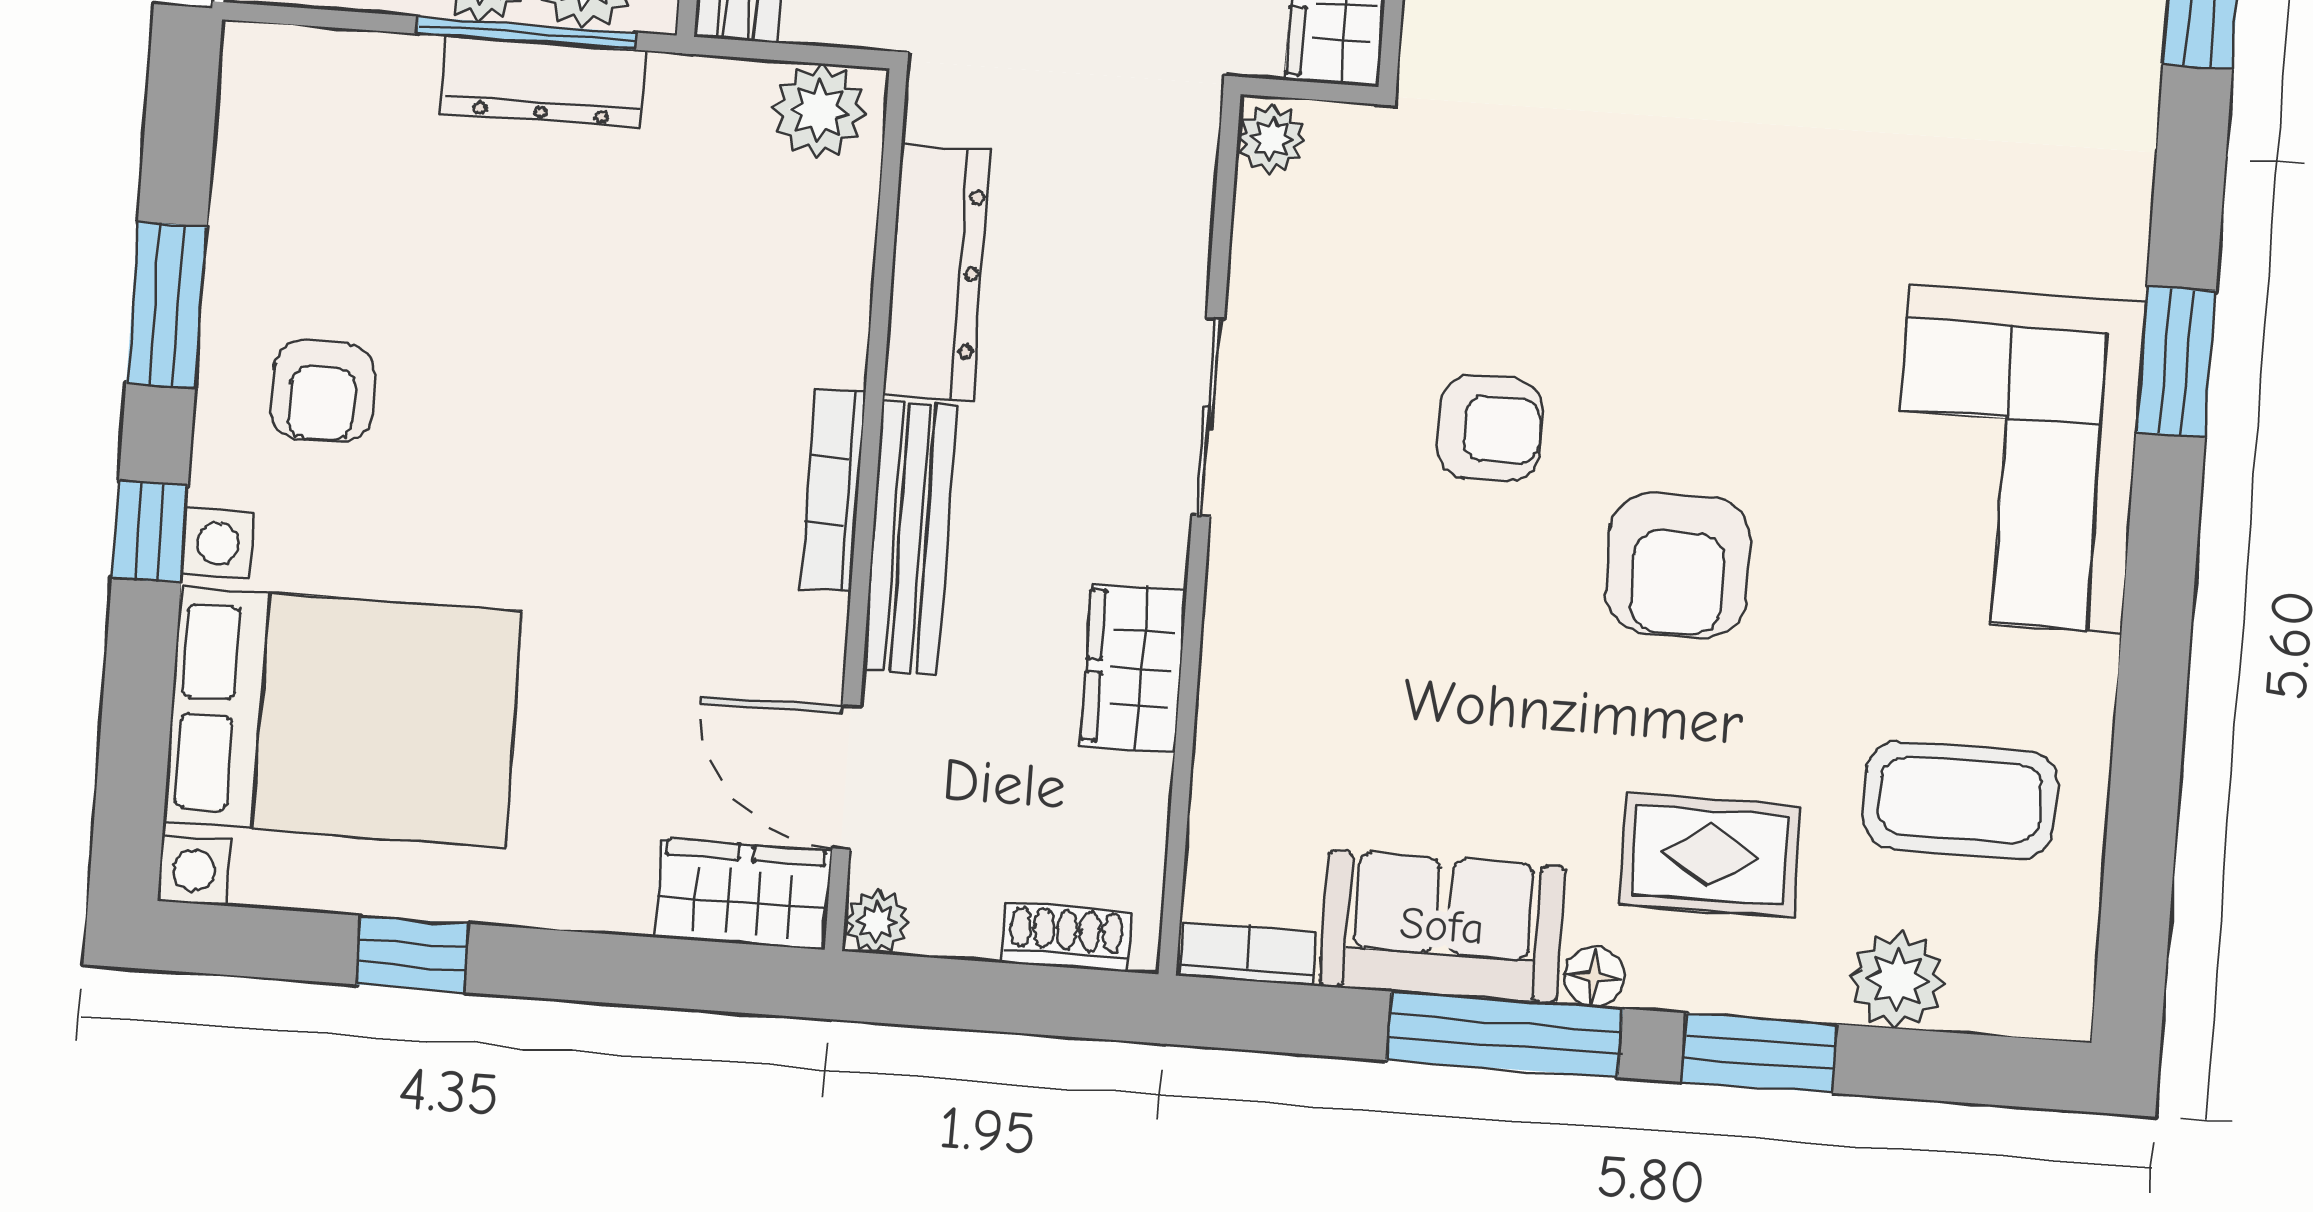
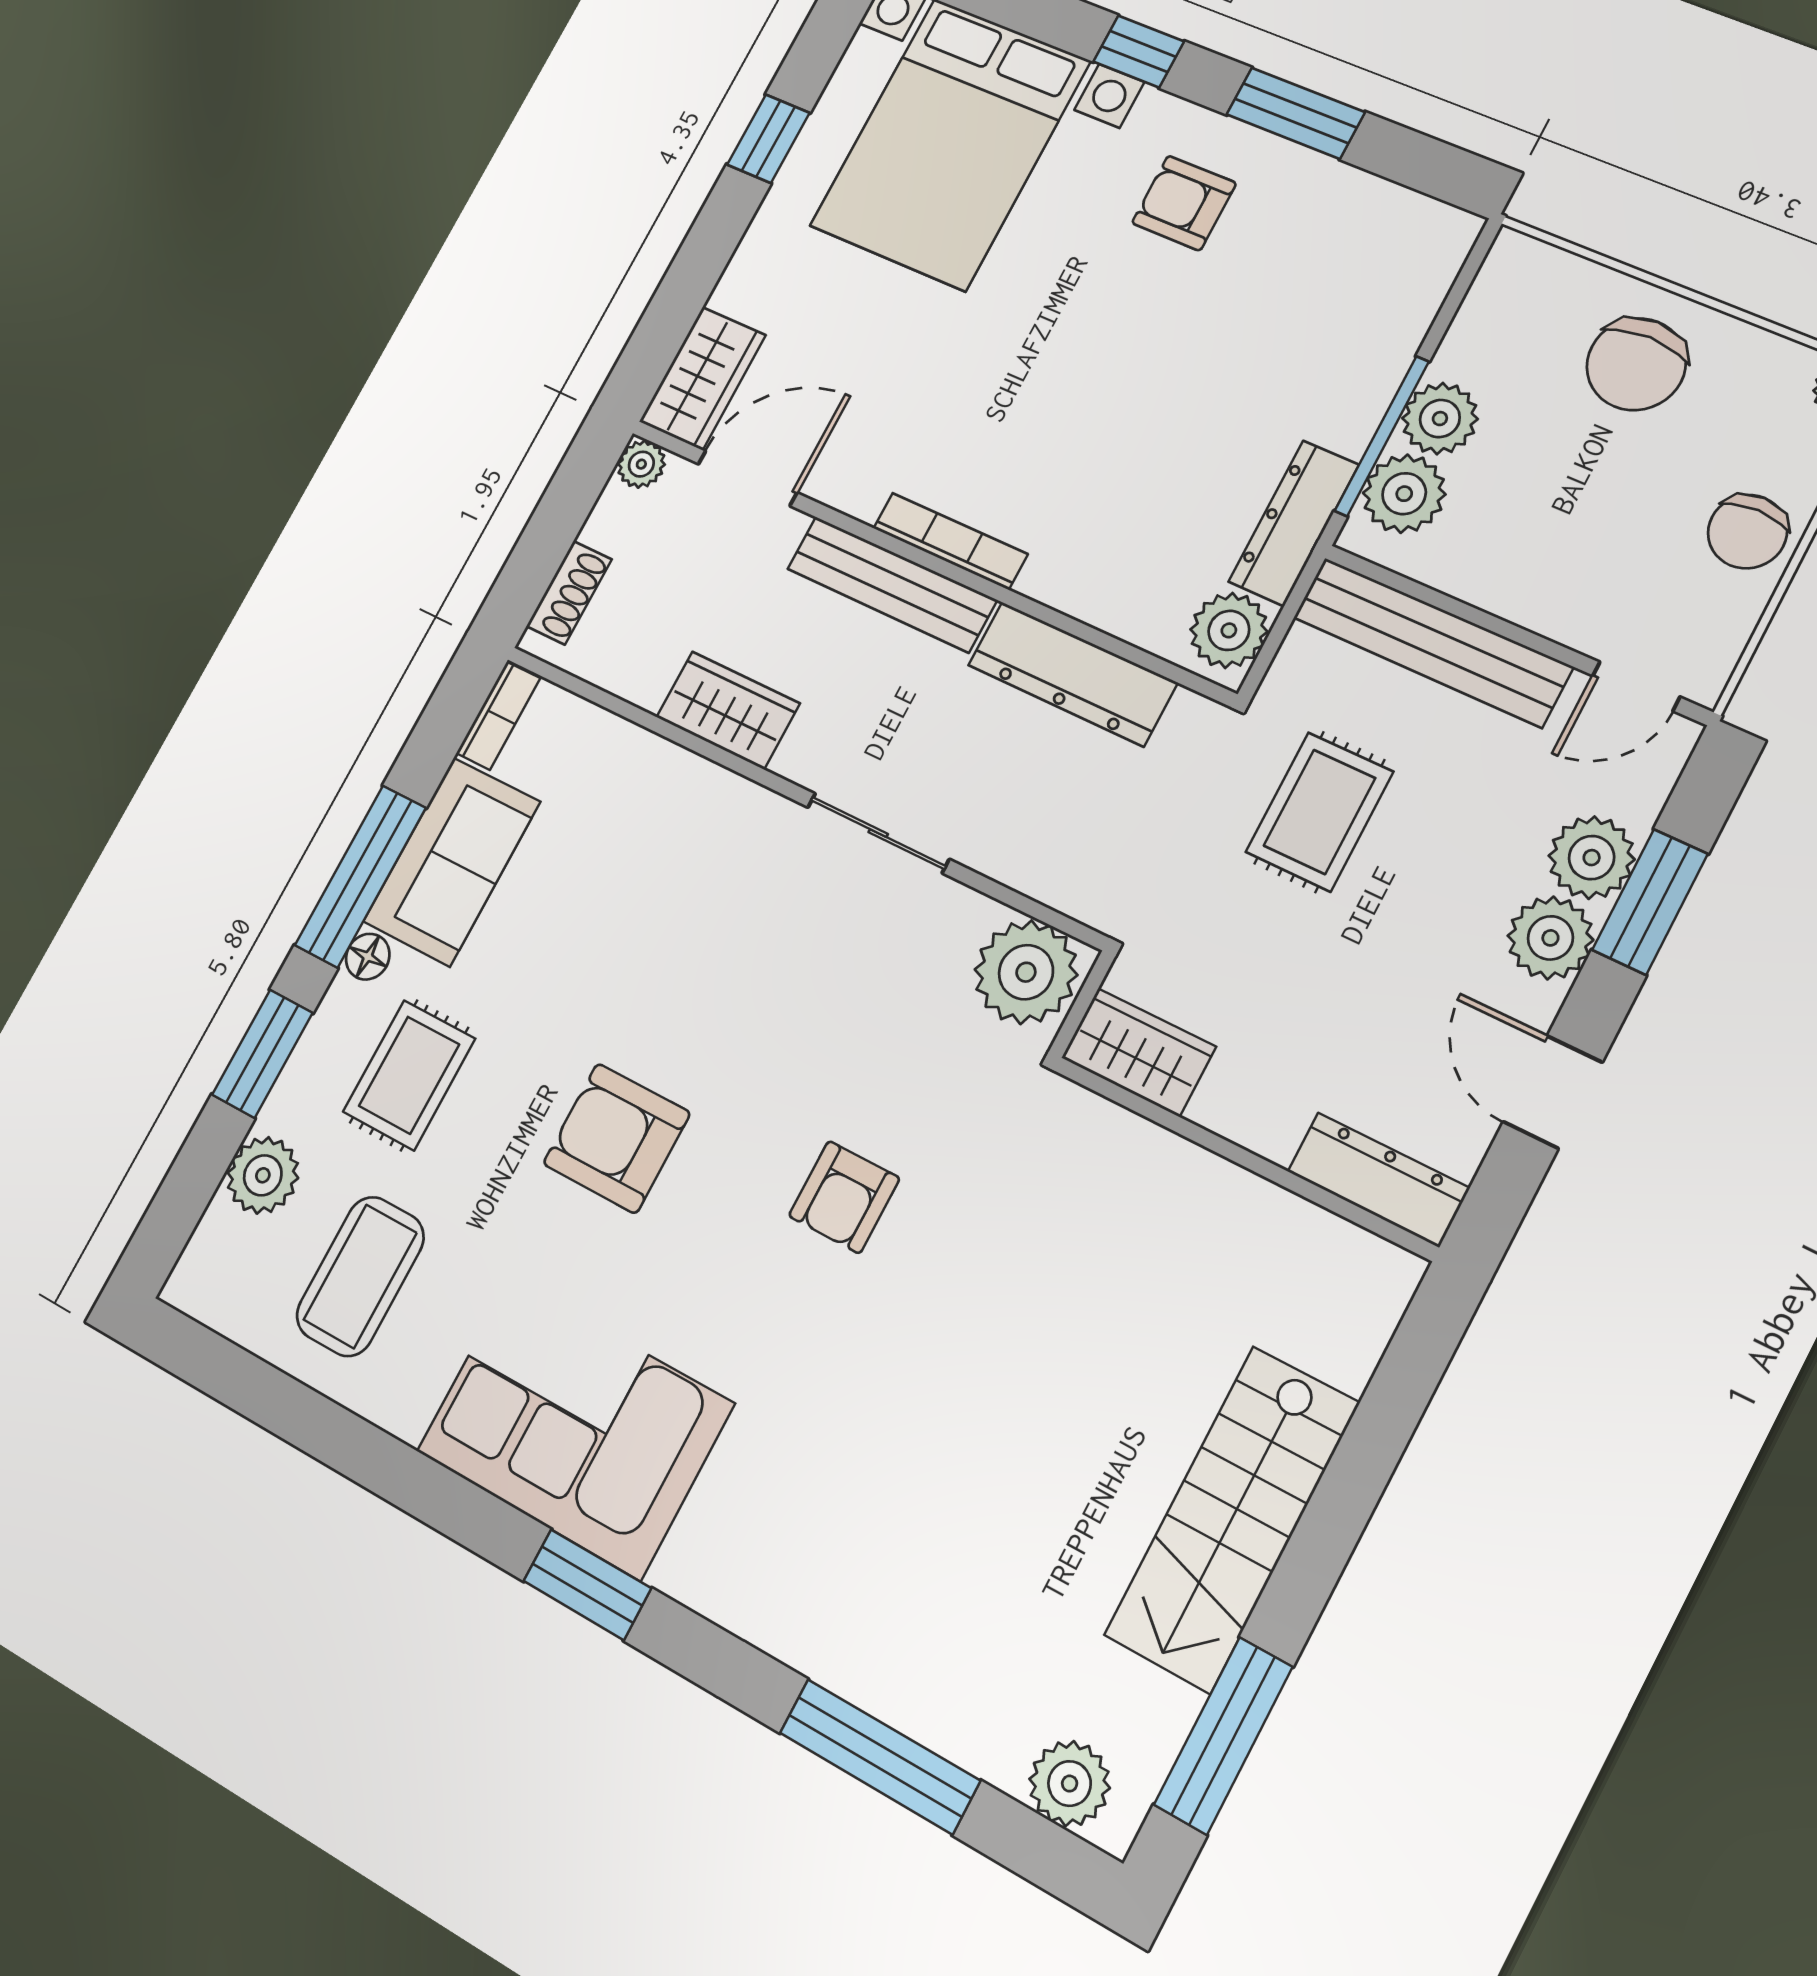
dresser: (543, 82) -> (1294, 523), moved
plant: (1271, 139) -> (1026, 972), width x1.88, depth x1.88
armchair: (1490, 429) -> (844, 1197), moved

